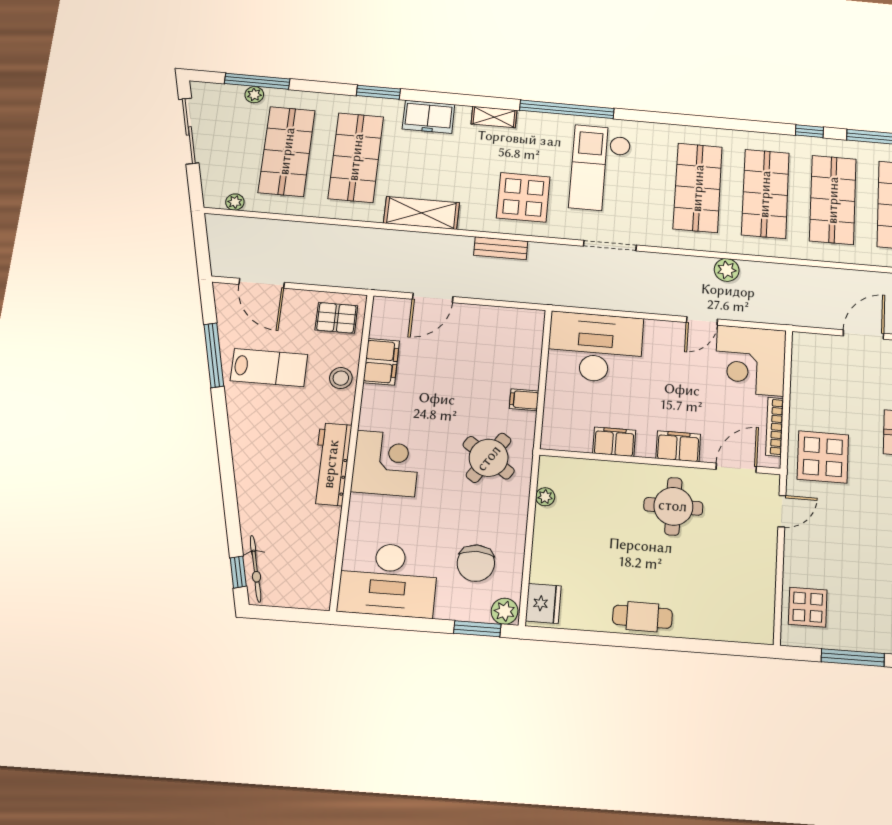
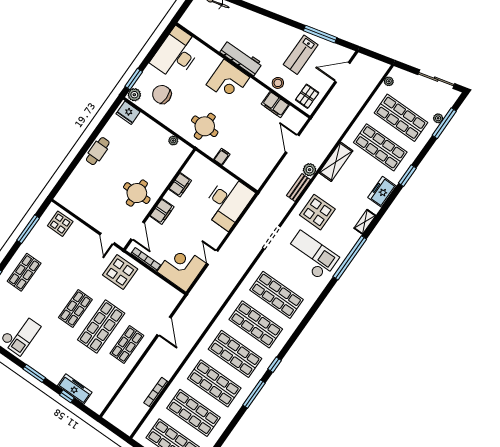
plant: (727, 270) -> (310, 170), moved
round table: (489, 458) -> (205, 126), turned -34

